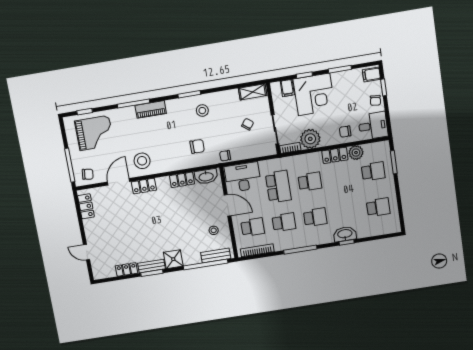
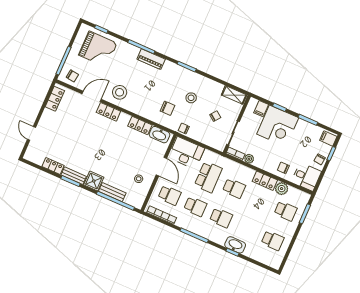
stool: (202, 111) -> (191, 98), moved
plant: (310, 139) -> (249, 159), width x0.53, depth x0.53
bench: (216, 256) -> (112, 192), moved

